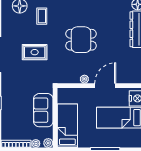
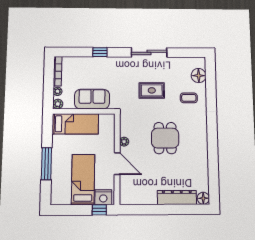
rug: (35, 52) -> (152, 90), turned 90

